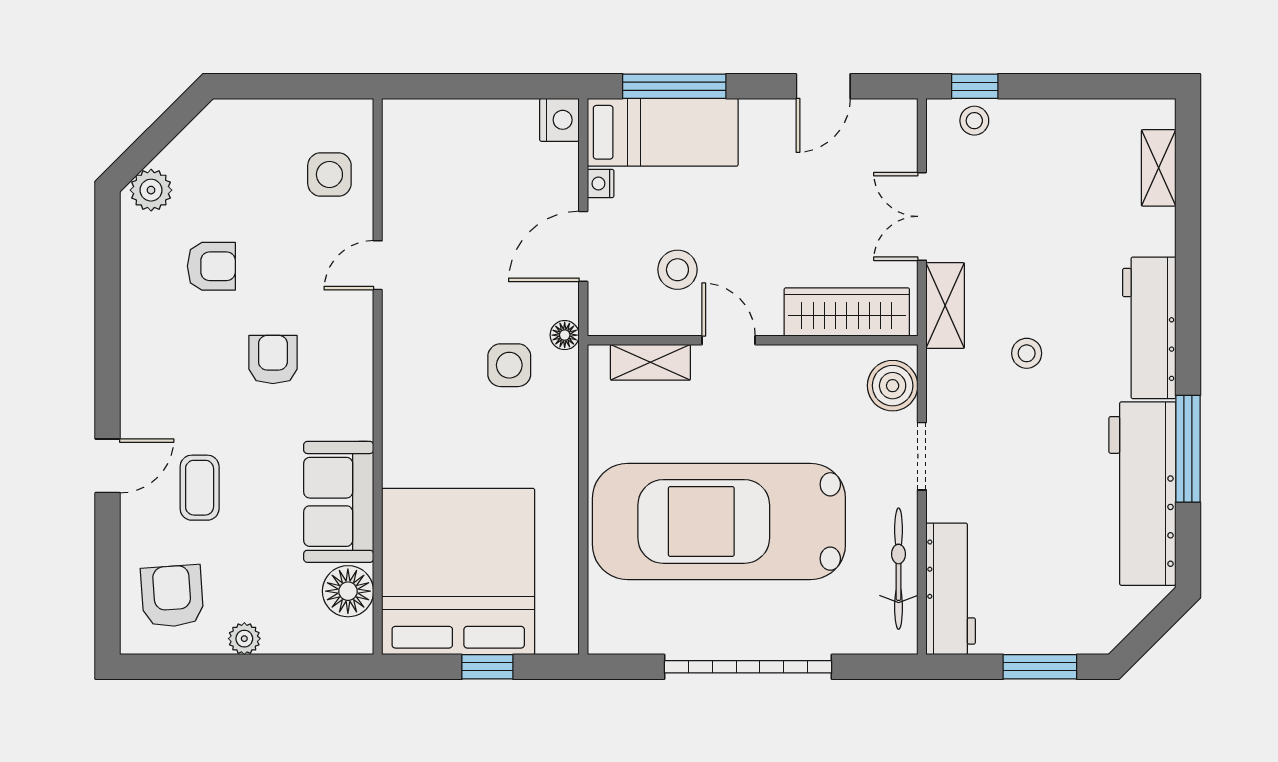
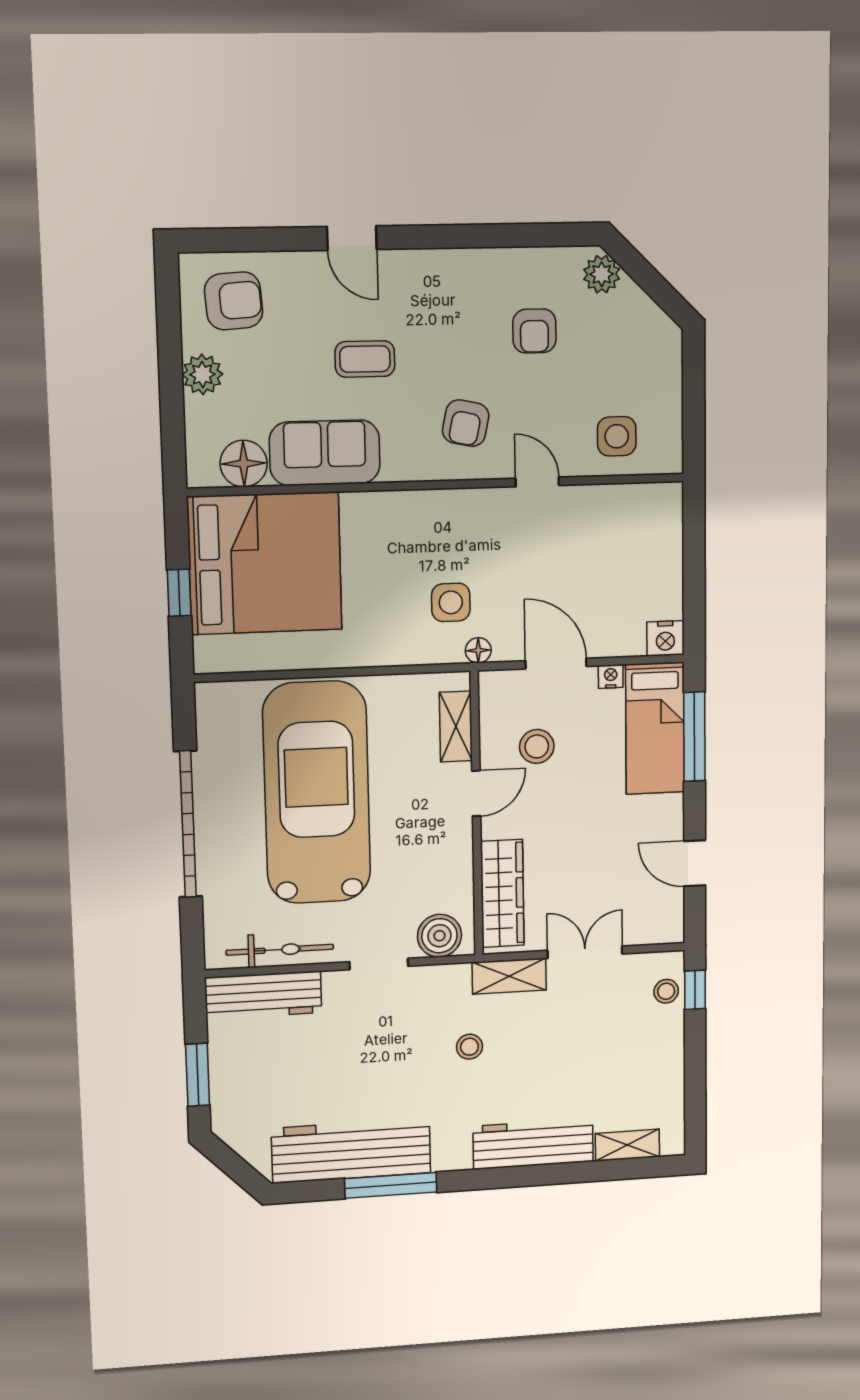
workbench: (1149, 328) -> (533, 1144), moved
armchair: (273, 359) -> (466, 423), moved, turned 102
coffee table: (200, 488) -> (365, 359), moved
plant: (244, 639) -> (202, 374), width x1.38, depth x1.38

